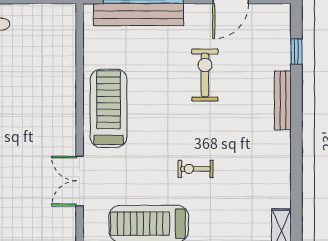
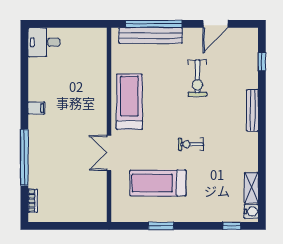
exercise bike: (205, 75) -> (197, 78), turned 180
bench: (283, 100) -> (252, 110), moved

